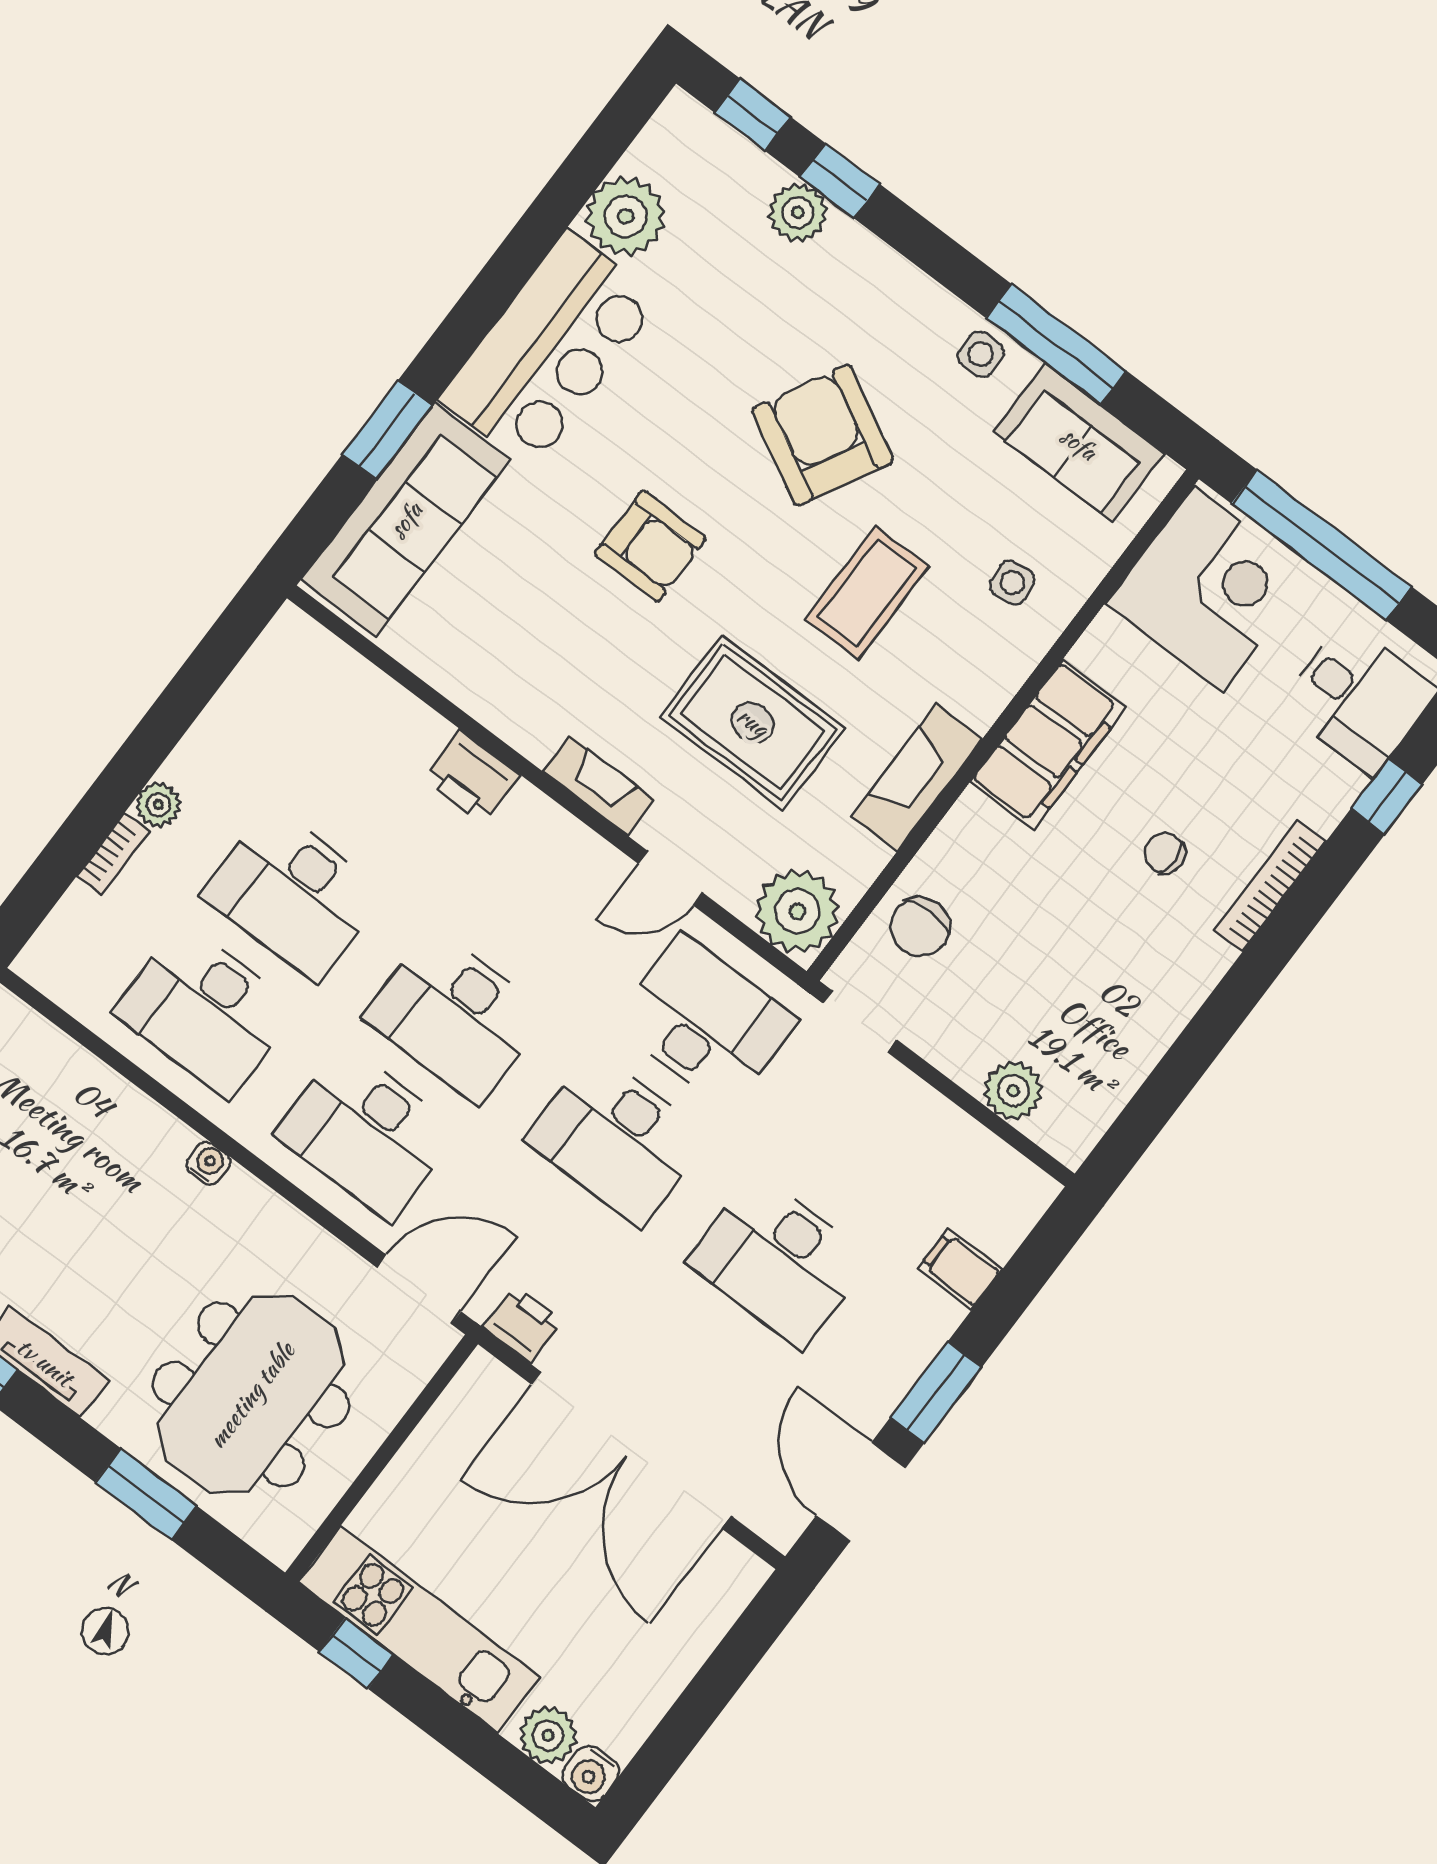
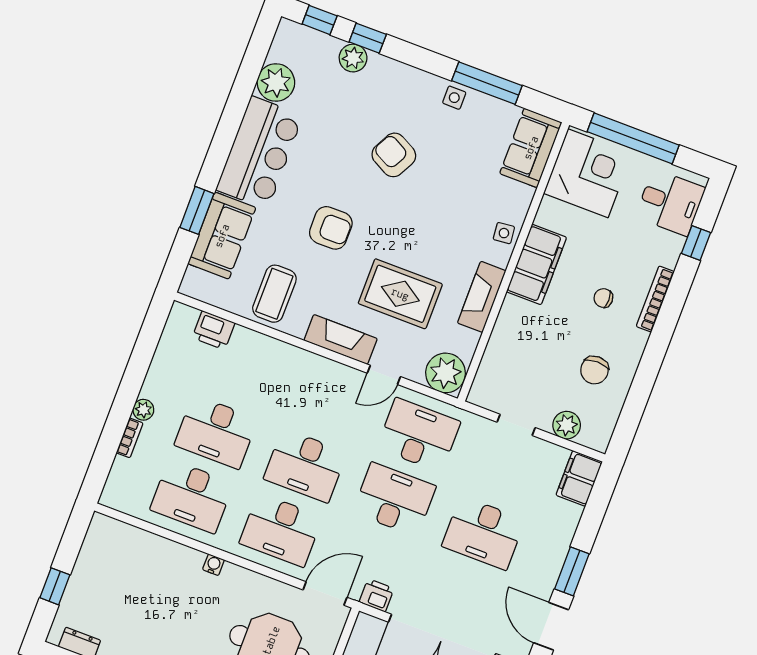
armchair: (823, 435) -> (394, 155), width x0.73, depth x0.73
sofa: (1079, 443) -> (531, 148), moved, turned 90
sofa: (405, 520) -> (222, 236), width x0.73
side table: (1012, 583) -> (504, 233), moved
coffee table: (867, 593) -> (274, 294), moved
printer: (471, 777) -> (214, 330), moved
fireplace: (599, 786) -> (341, 339), width x1.37, depth x1.32
chair: (920, 927) -> (594, 370), moved
doorway: (860, 1021) -> (516, 425), moved
desk: (617, 1138) -> (394, 499), turned 180
filing cabinet: (960, 1269) -> (579, 478), moved, width x2.00

